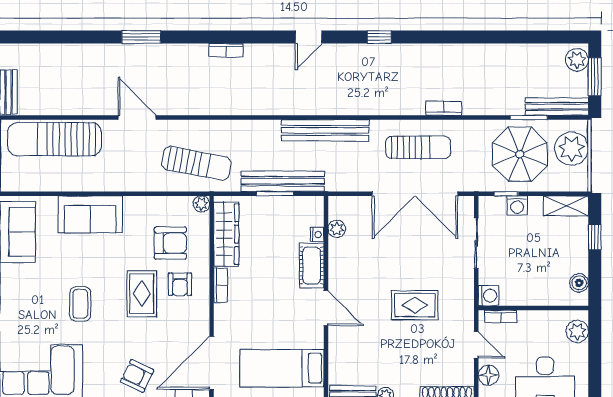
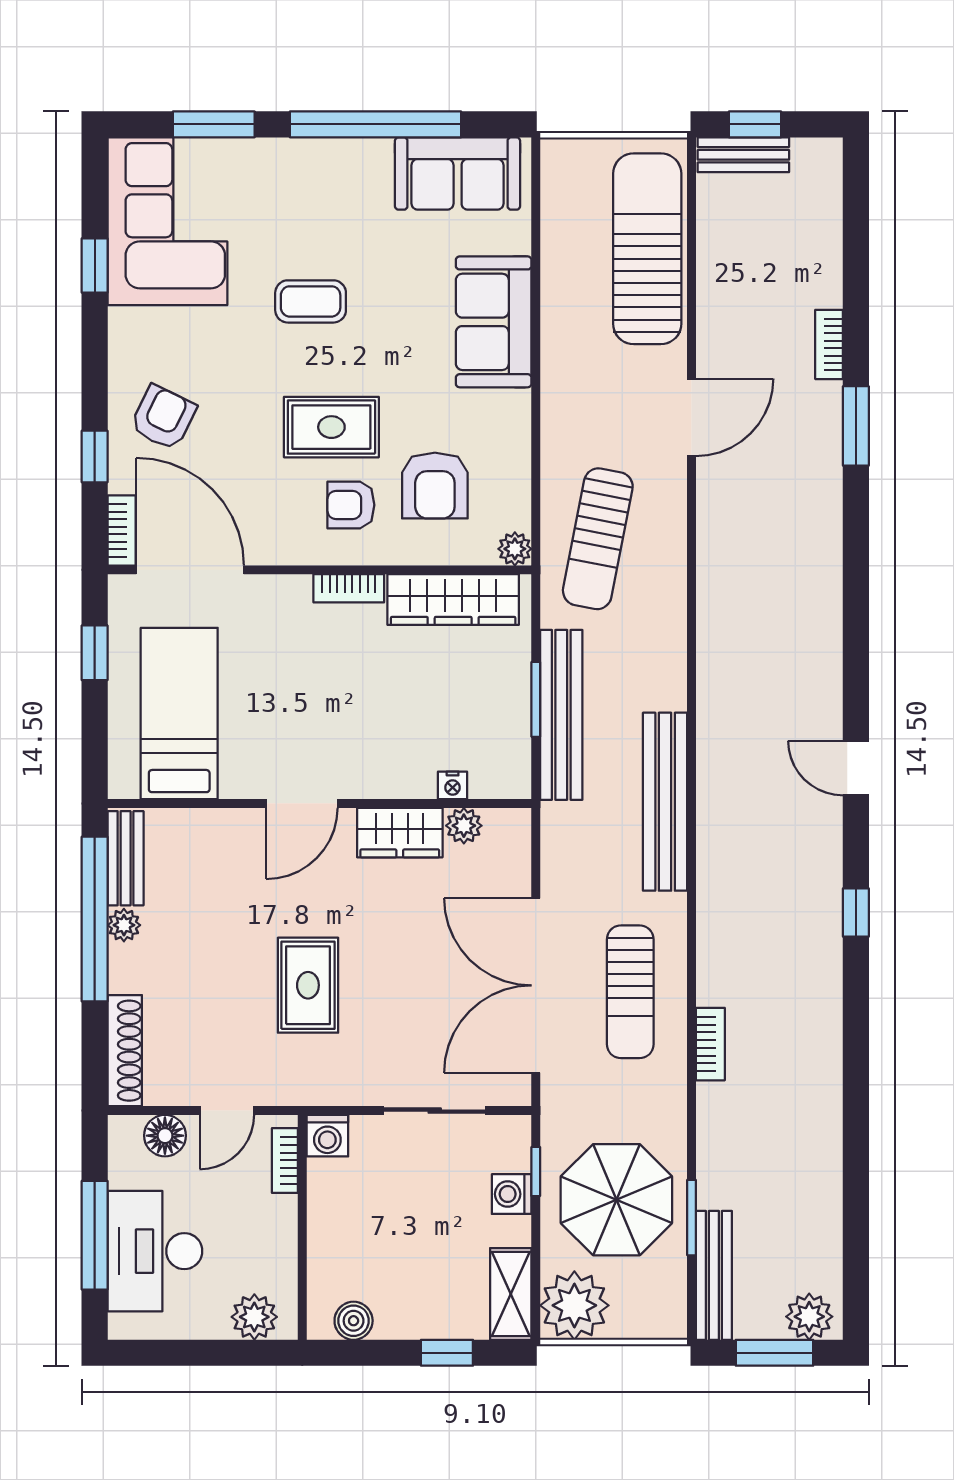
bookcase: (226, 50) -> (829, 344), moved
plant: (572, 149) -> (574, 1305), moved
wardrobe: (340, 260) -> (400, 833), added
cot: (312, 266) -> (389, 774), removed

